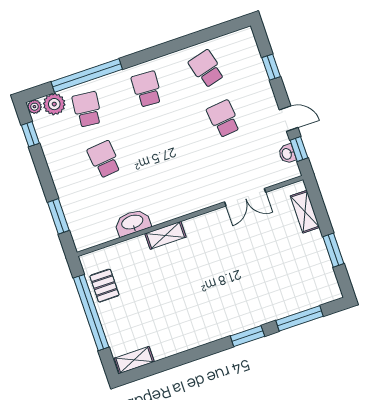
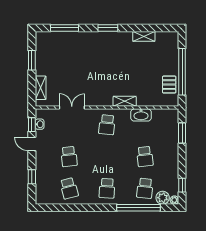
school desk: (181, 189) -> (107, 125), added
window: (247, 336) -> (108, 28), moved
shelving: (134, 360) -> (144, 36), moved

